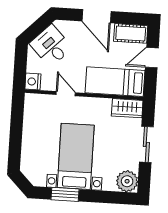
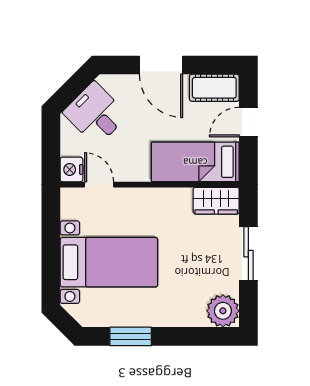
door: (66, 94) -> (99, 185), moved
bed with nightstands: (76, 156) -> (109, 262), moved, turned 90

